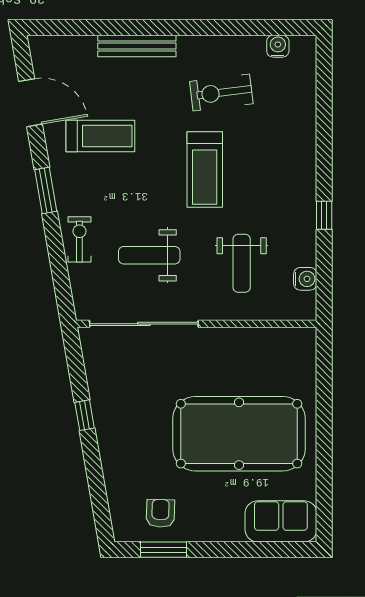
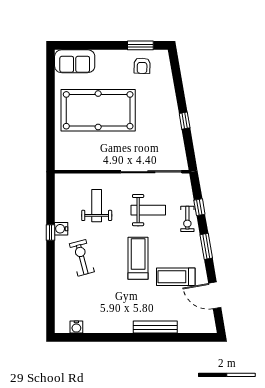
exercise bike: (221, 93) -> (82, 258), moved, turned -98
treadmill: (205, 169) -> (138, 258), moved
window: (58, 260) -> (199, 207), added
water cooler: (305, 279) -> (61, 229), moved

